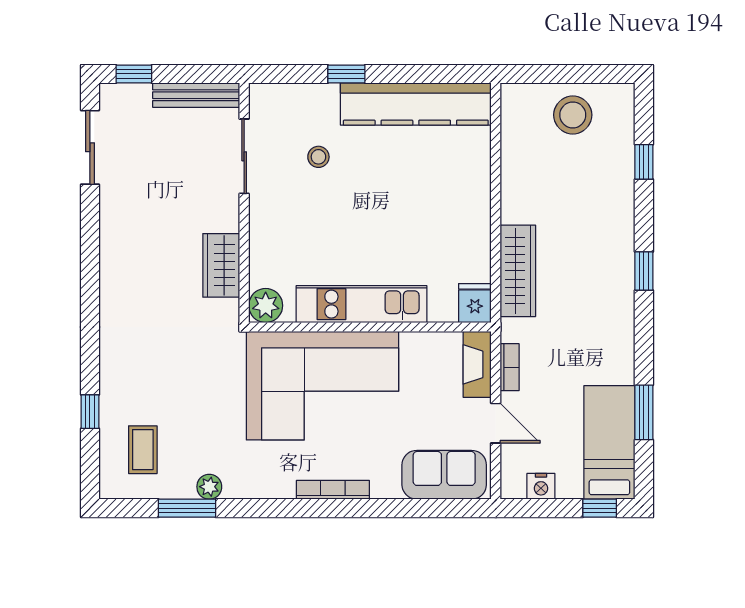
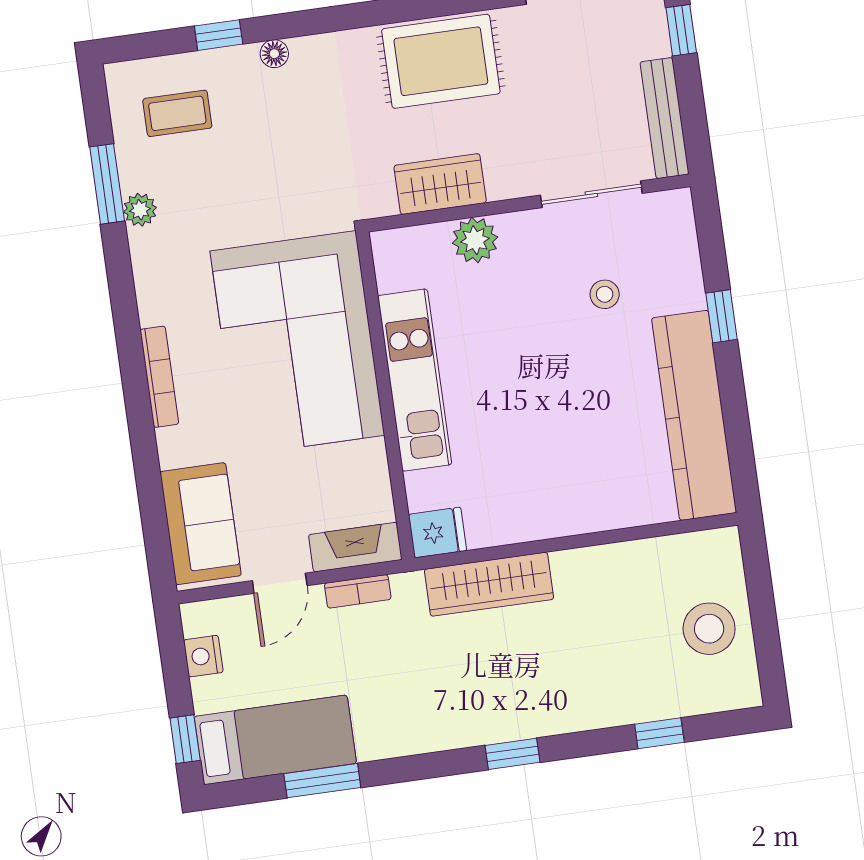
rug: (132, 252) -> (441, 61), added
plant: (266, 306) -> (475, 240), moved
floor lamp: (109, 373) -> (274, 54), added

